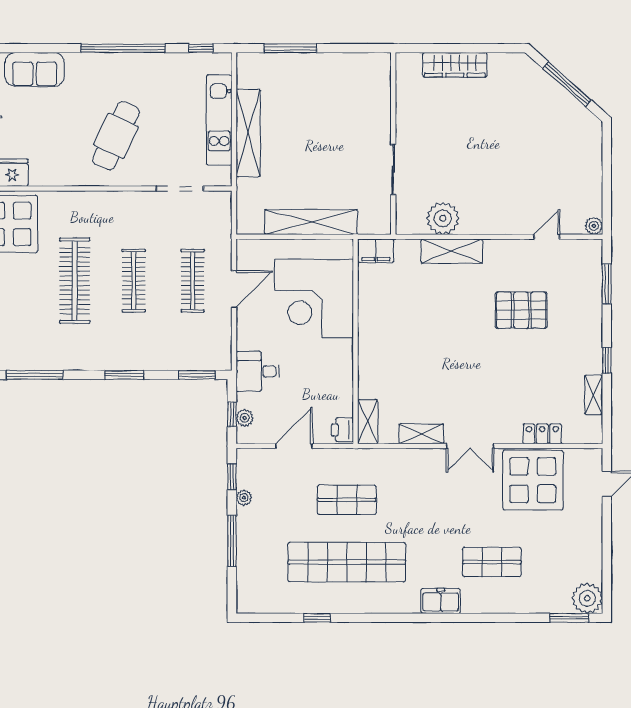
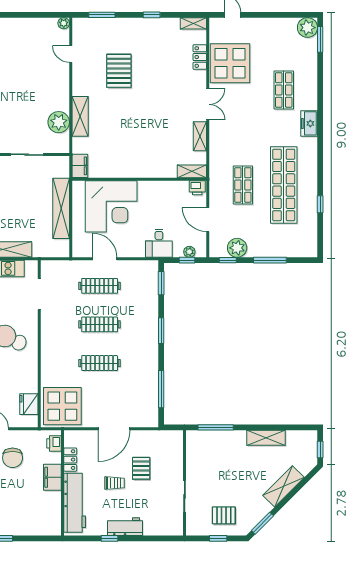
clothes rail: (75, 281) -> (100, 363), width x0.73, depth x0.76
shelving: (594, 395) -> (193, 23), moved
plant: (244, 498) -> (237, 248), width x1.87, depth x1.87

